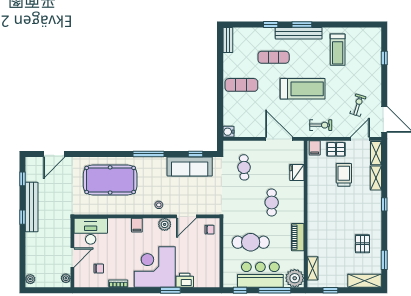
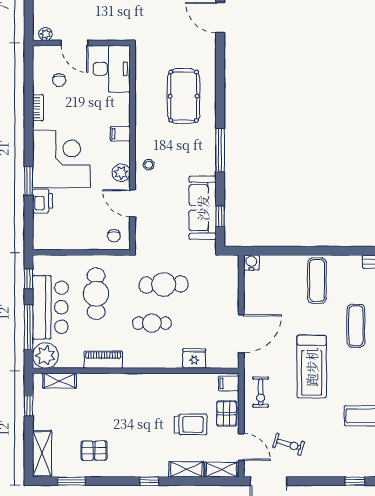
cafe table: (244, 167) -> (164, 284), moved, width x1.37, depth x1.35
pool table: (110, 180) -> (184, 96), width x0.73, depth x0.76

